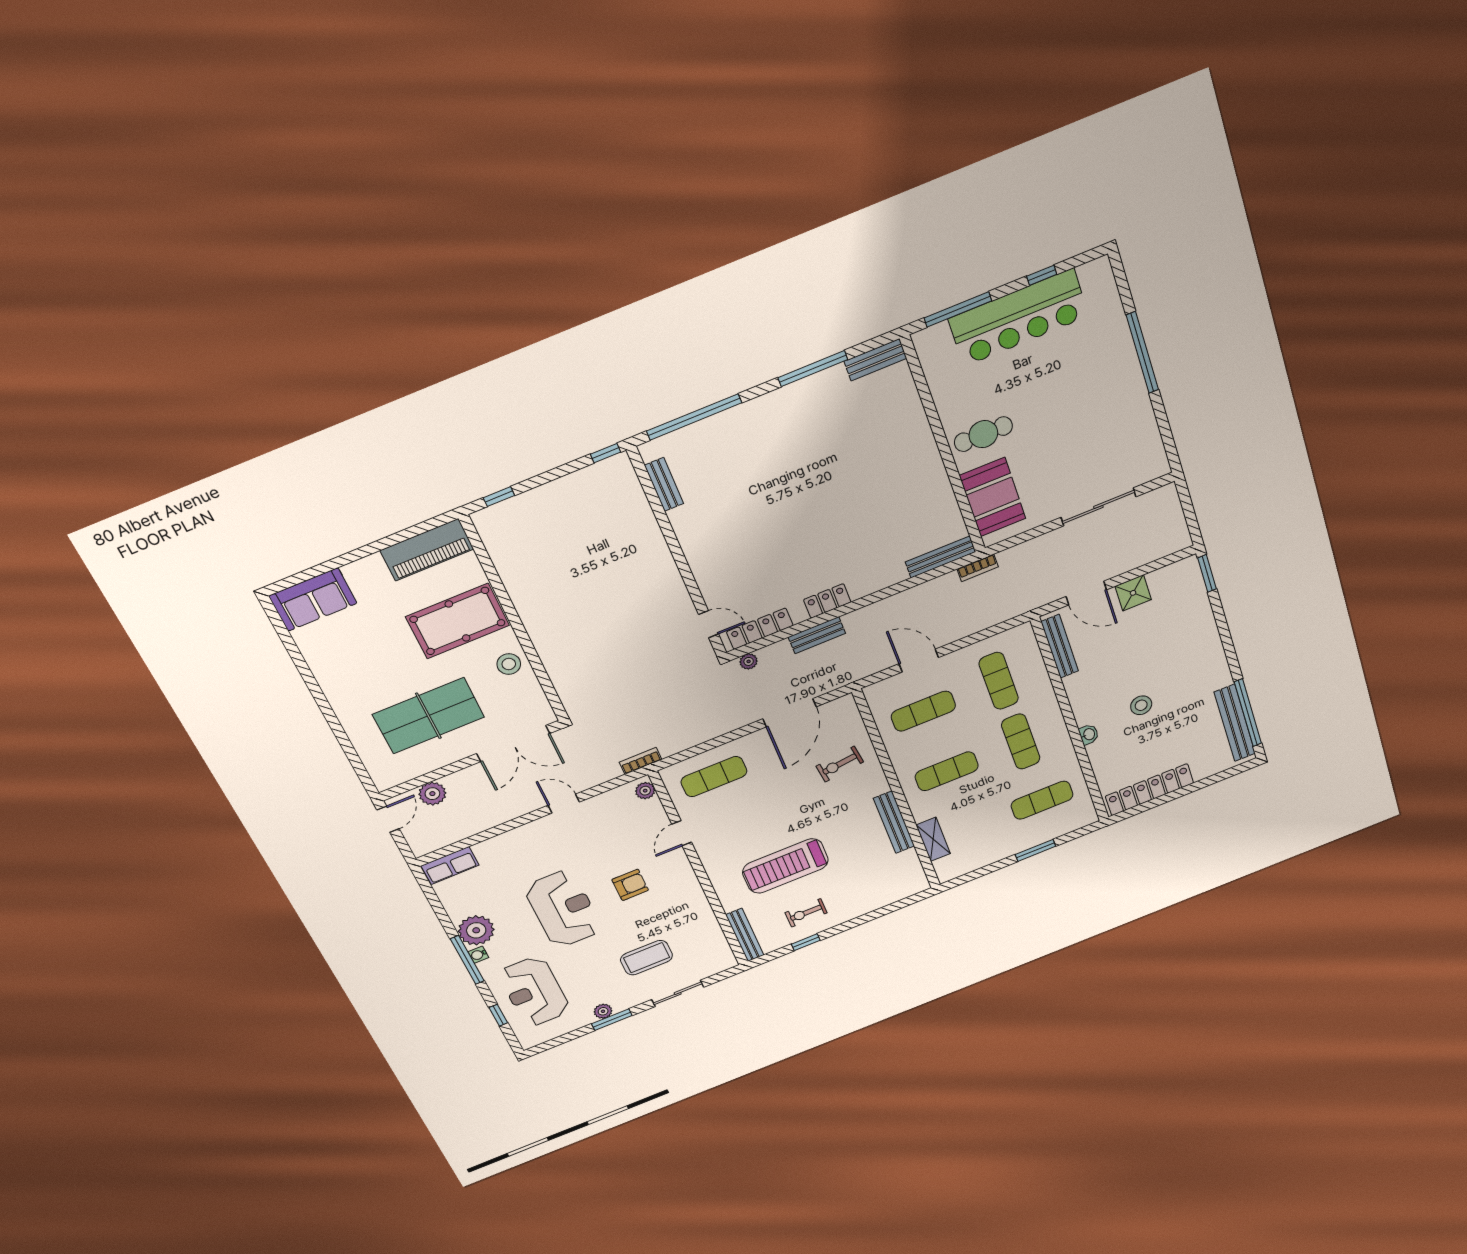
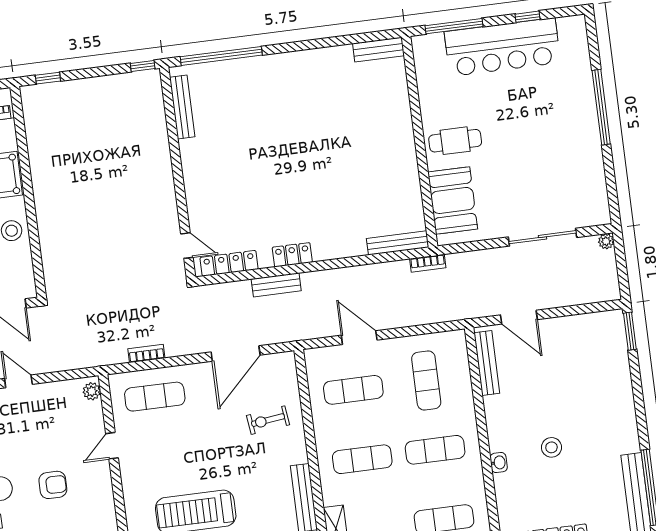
window: (813, 369) -> (326, 42), removed
bench: (664, 484) -> (182, 107), width x1.36
shower: (1133, 593) -> (561, 330), removed
plant: (749, 661) -> (606, 241), moved
exercise mat: (1021, 742) -> (435, 450), turned 90
bookcase: (641, 761) -> (146, 353), moved

